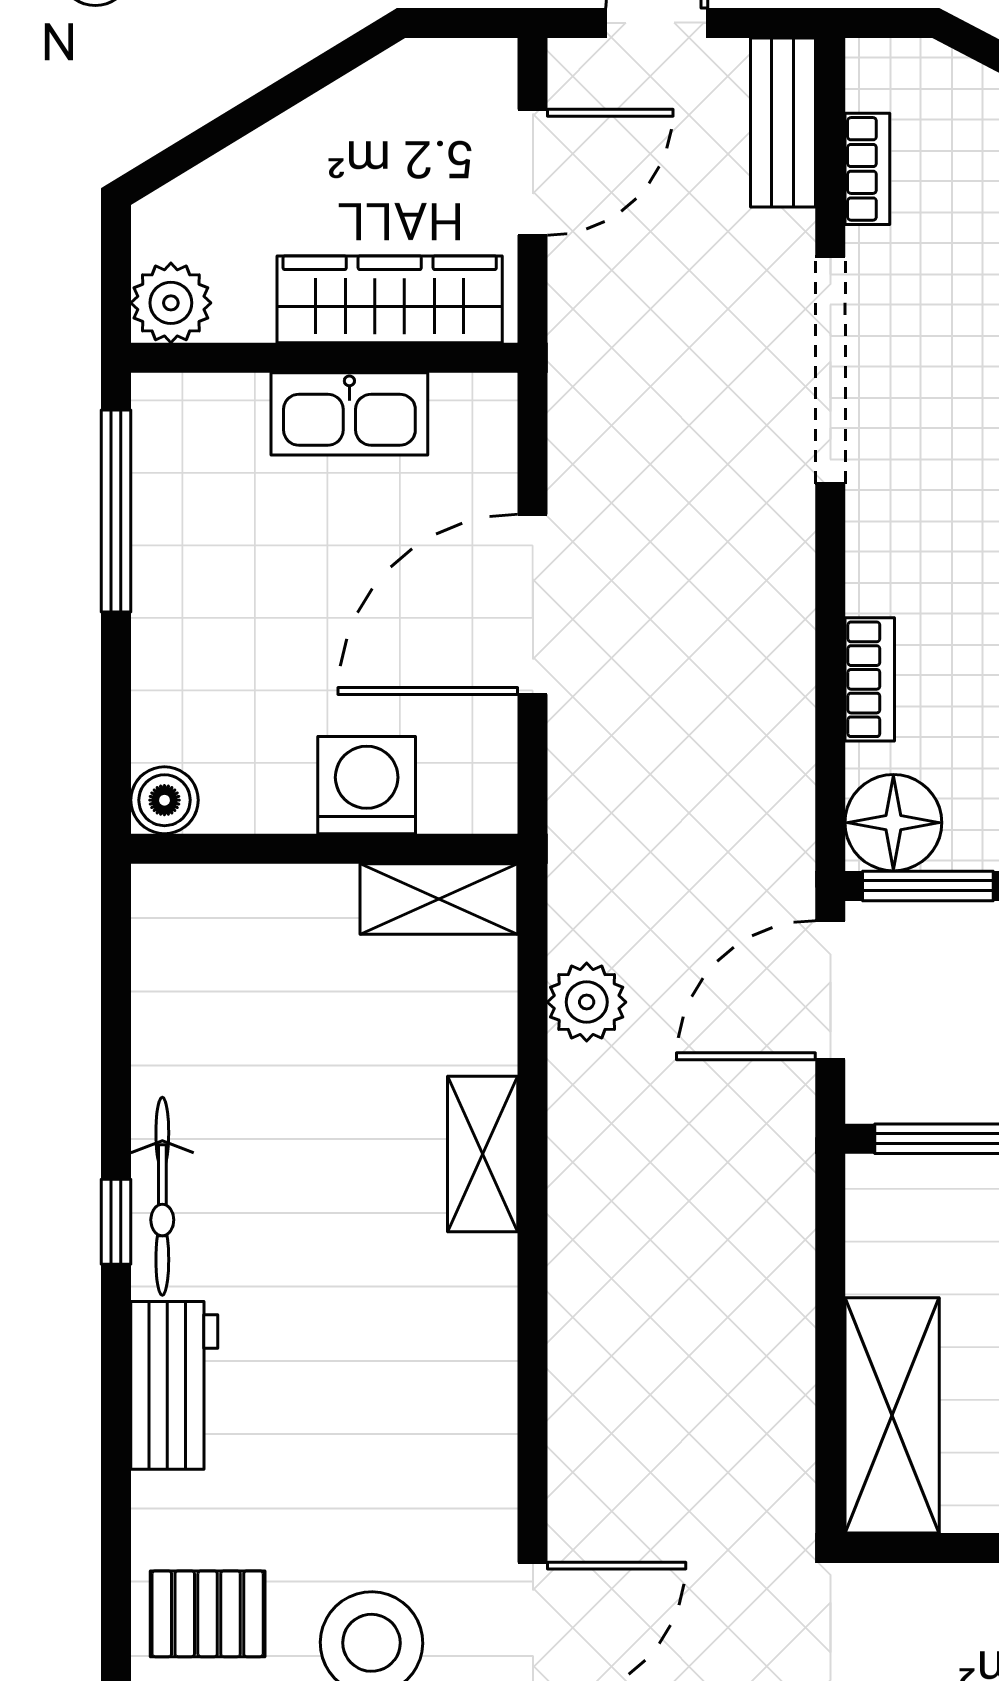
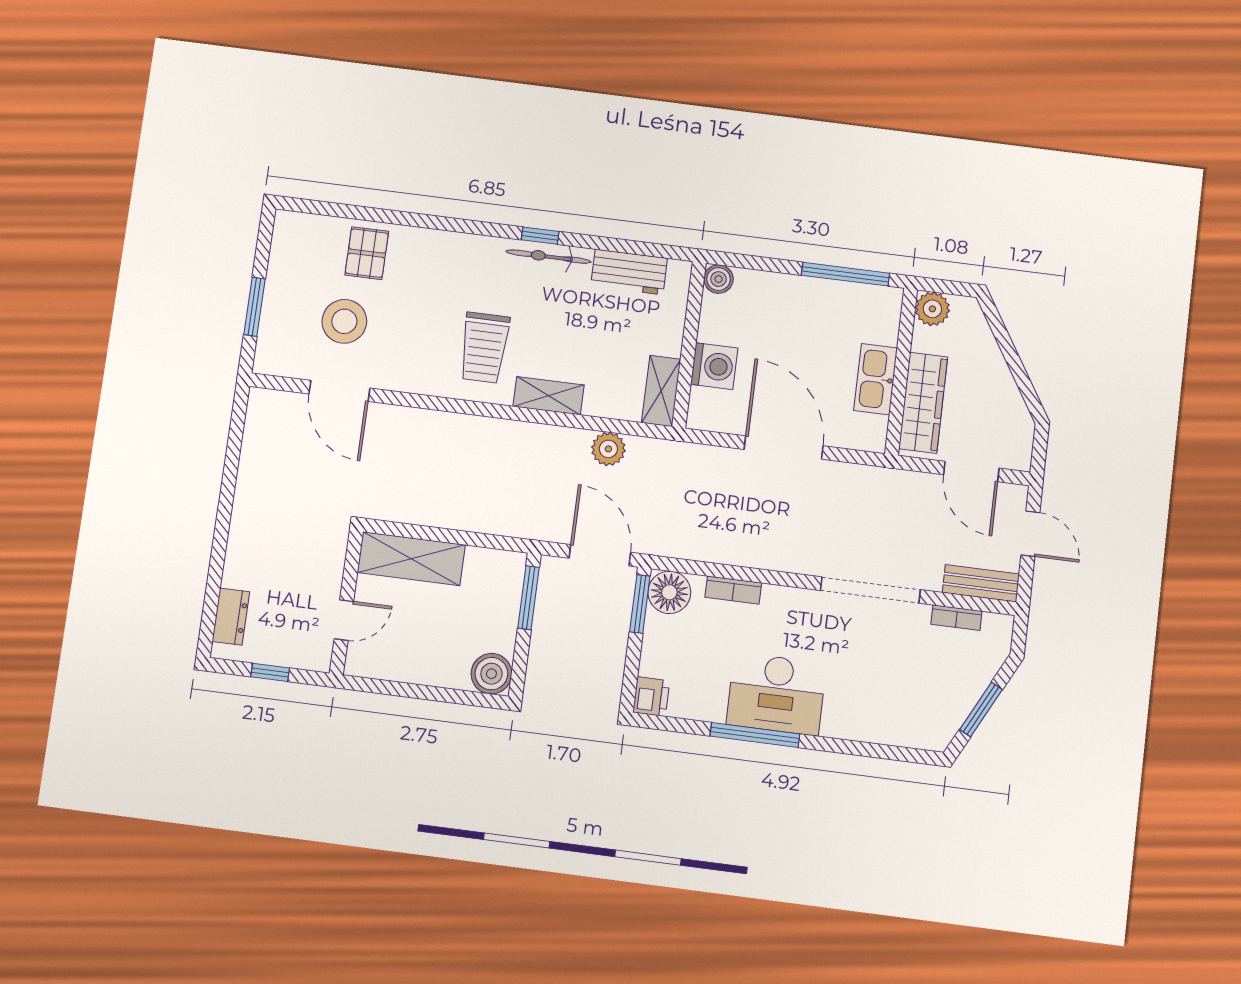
trolley: (391, 1315) -> (484, 348), added
workbench: (174, 1385) -> (629, 272), moved

